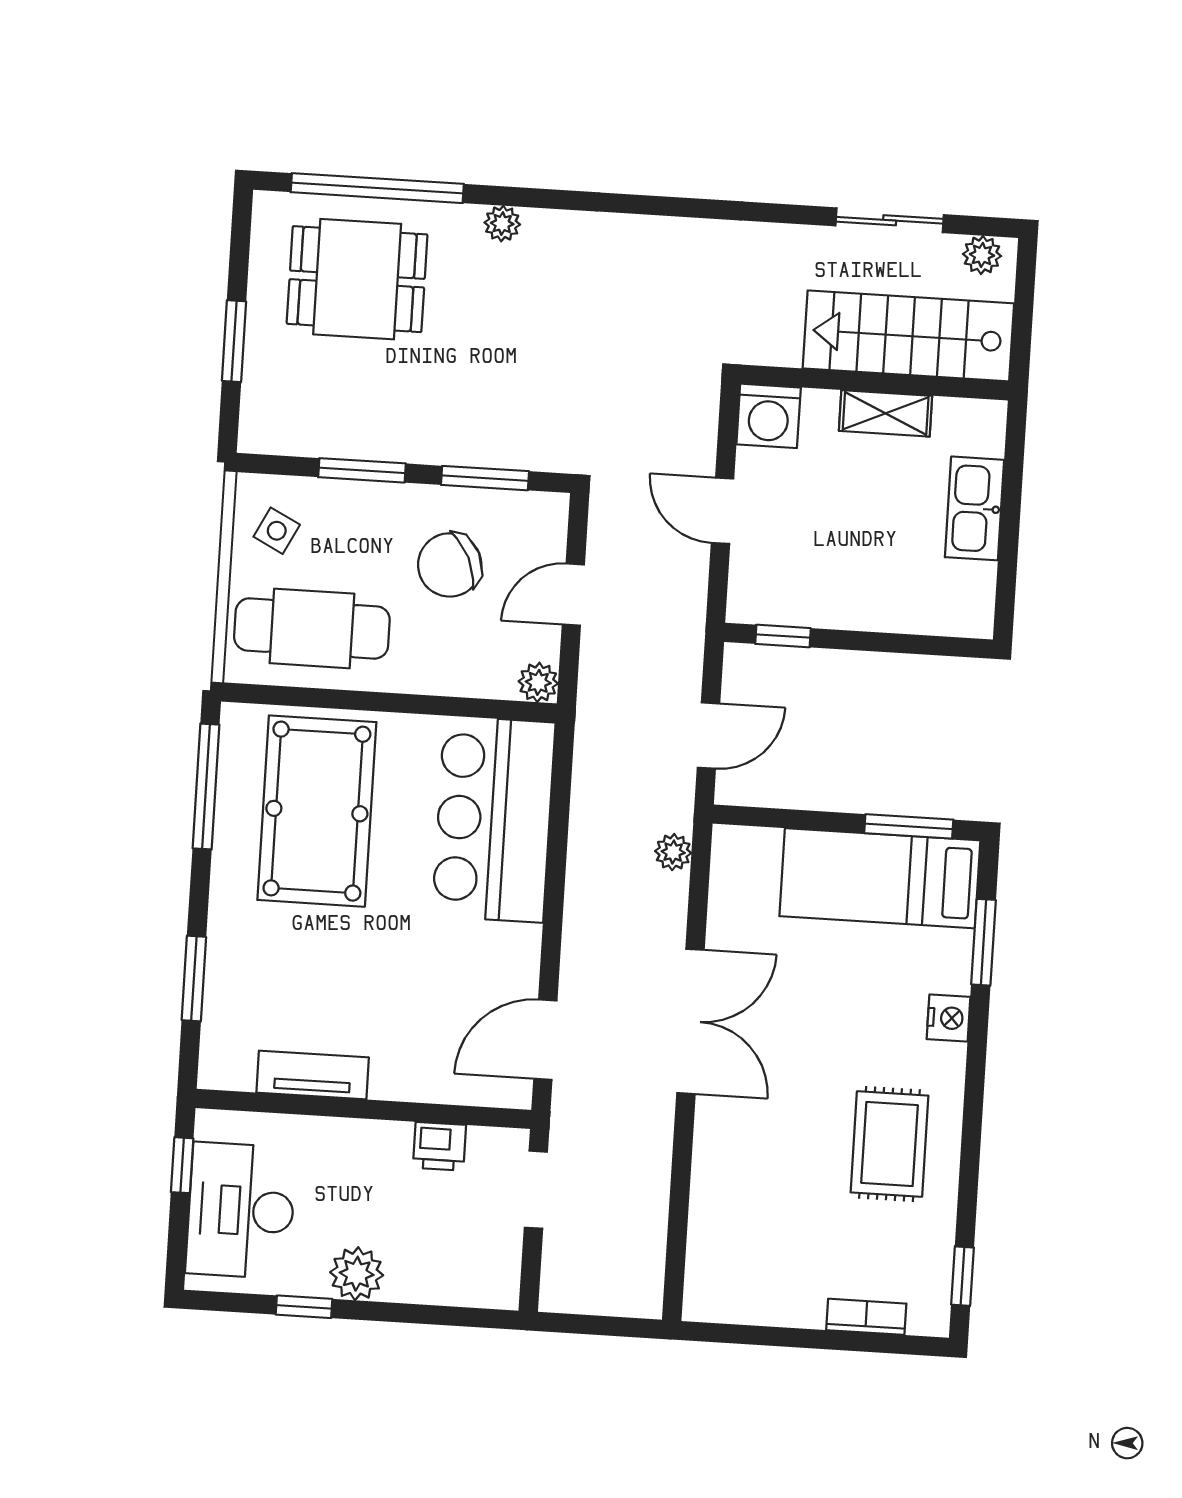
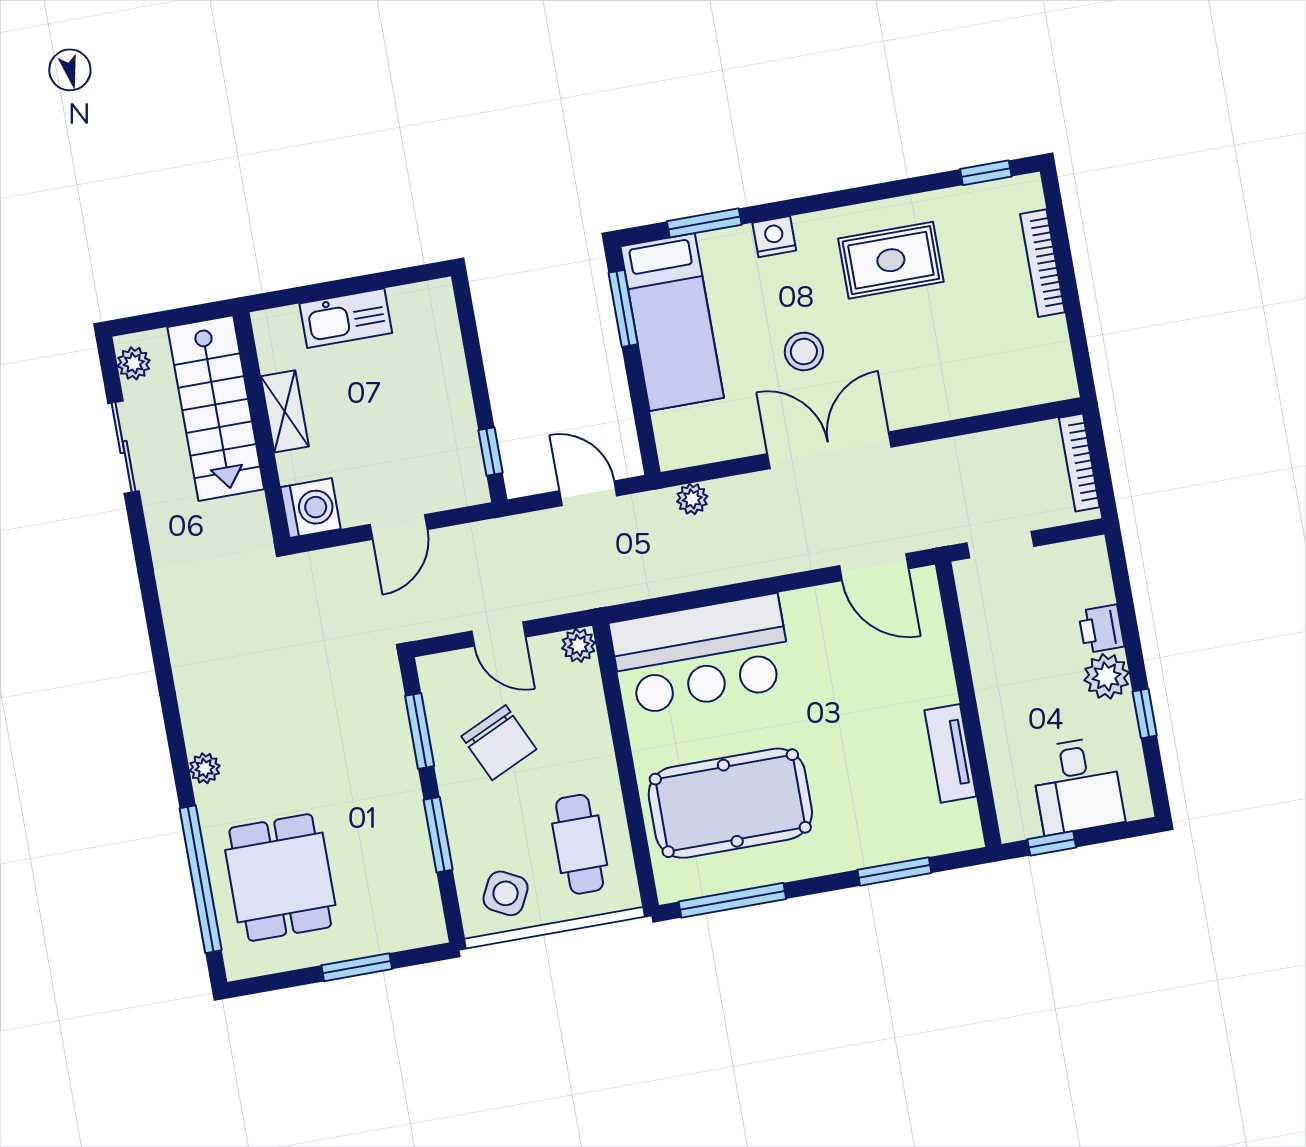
side table: (277, 531) -> (506, 893), width x1.37, depth x1.37
cafe table: (312, 628) -> (580, 844), width x0.73, depth x0.74
stool: (810, 1020) -> (804, 351), added
printer: (439, 1146) -> (1101, 629), moved, turned 180
desk: (241, 1210) -> (1077, 785), width x0.73
bookcase: (607, 1302) -> (1079, 462), added
bookcase: (866, 1317) -> (1042, 263), width x1.56

